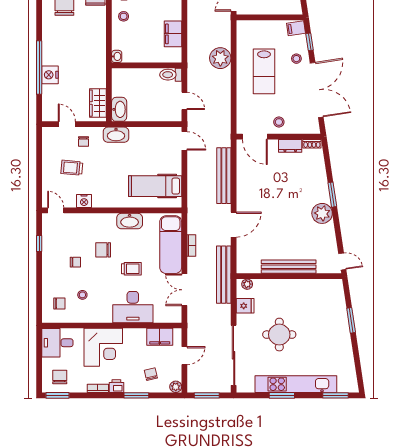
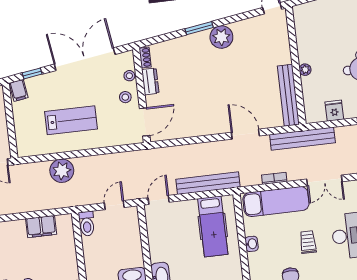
stool: (296, 59) -> (129, 76), moved
bench: (224, 176) -> (208, 183), moved
washbasin: (130, 221) -> (252, 244), width x0.52, depth x0.69
bench: (289, 267) -> (288, 95), moved
plant: (247, 284) -> (305, 70), moved

